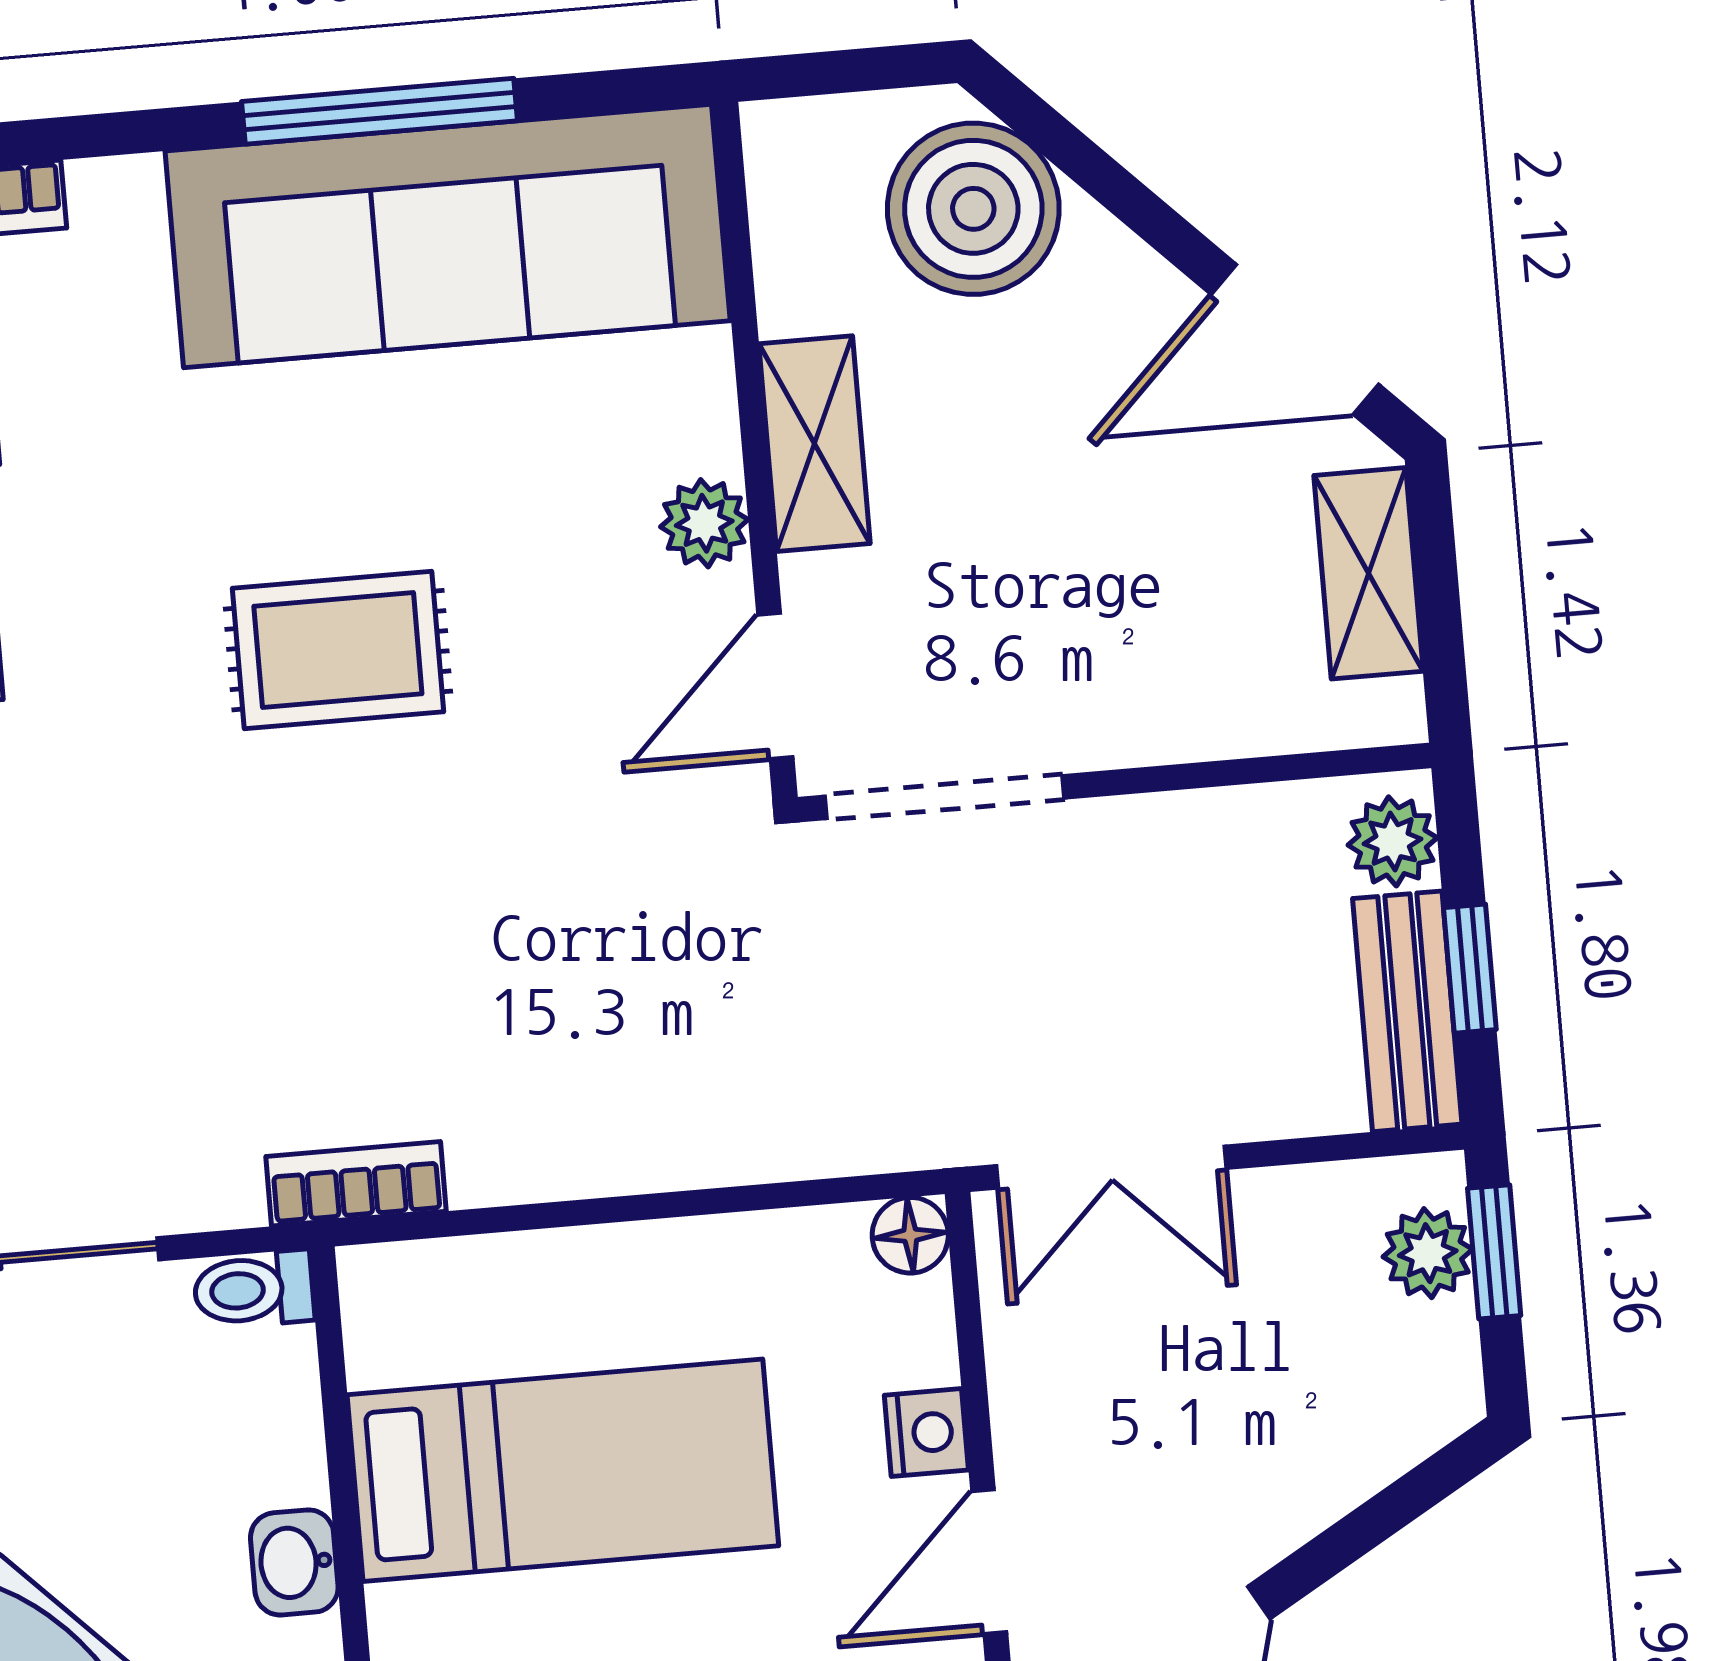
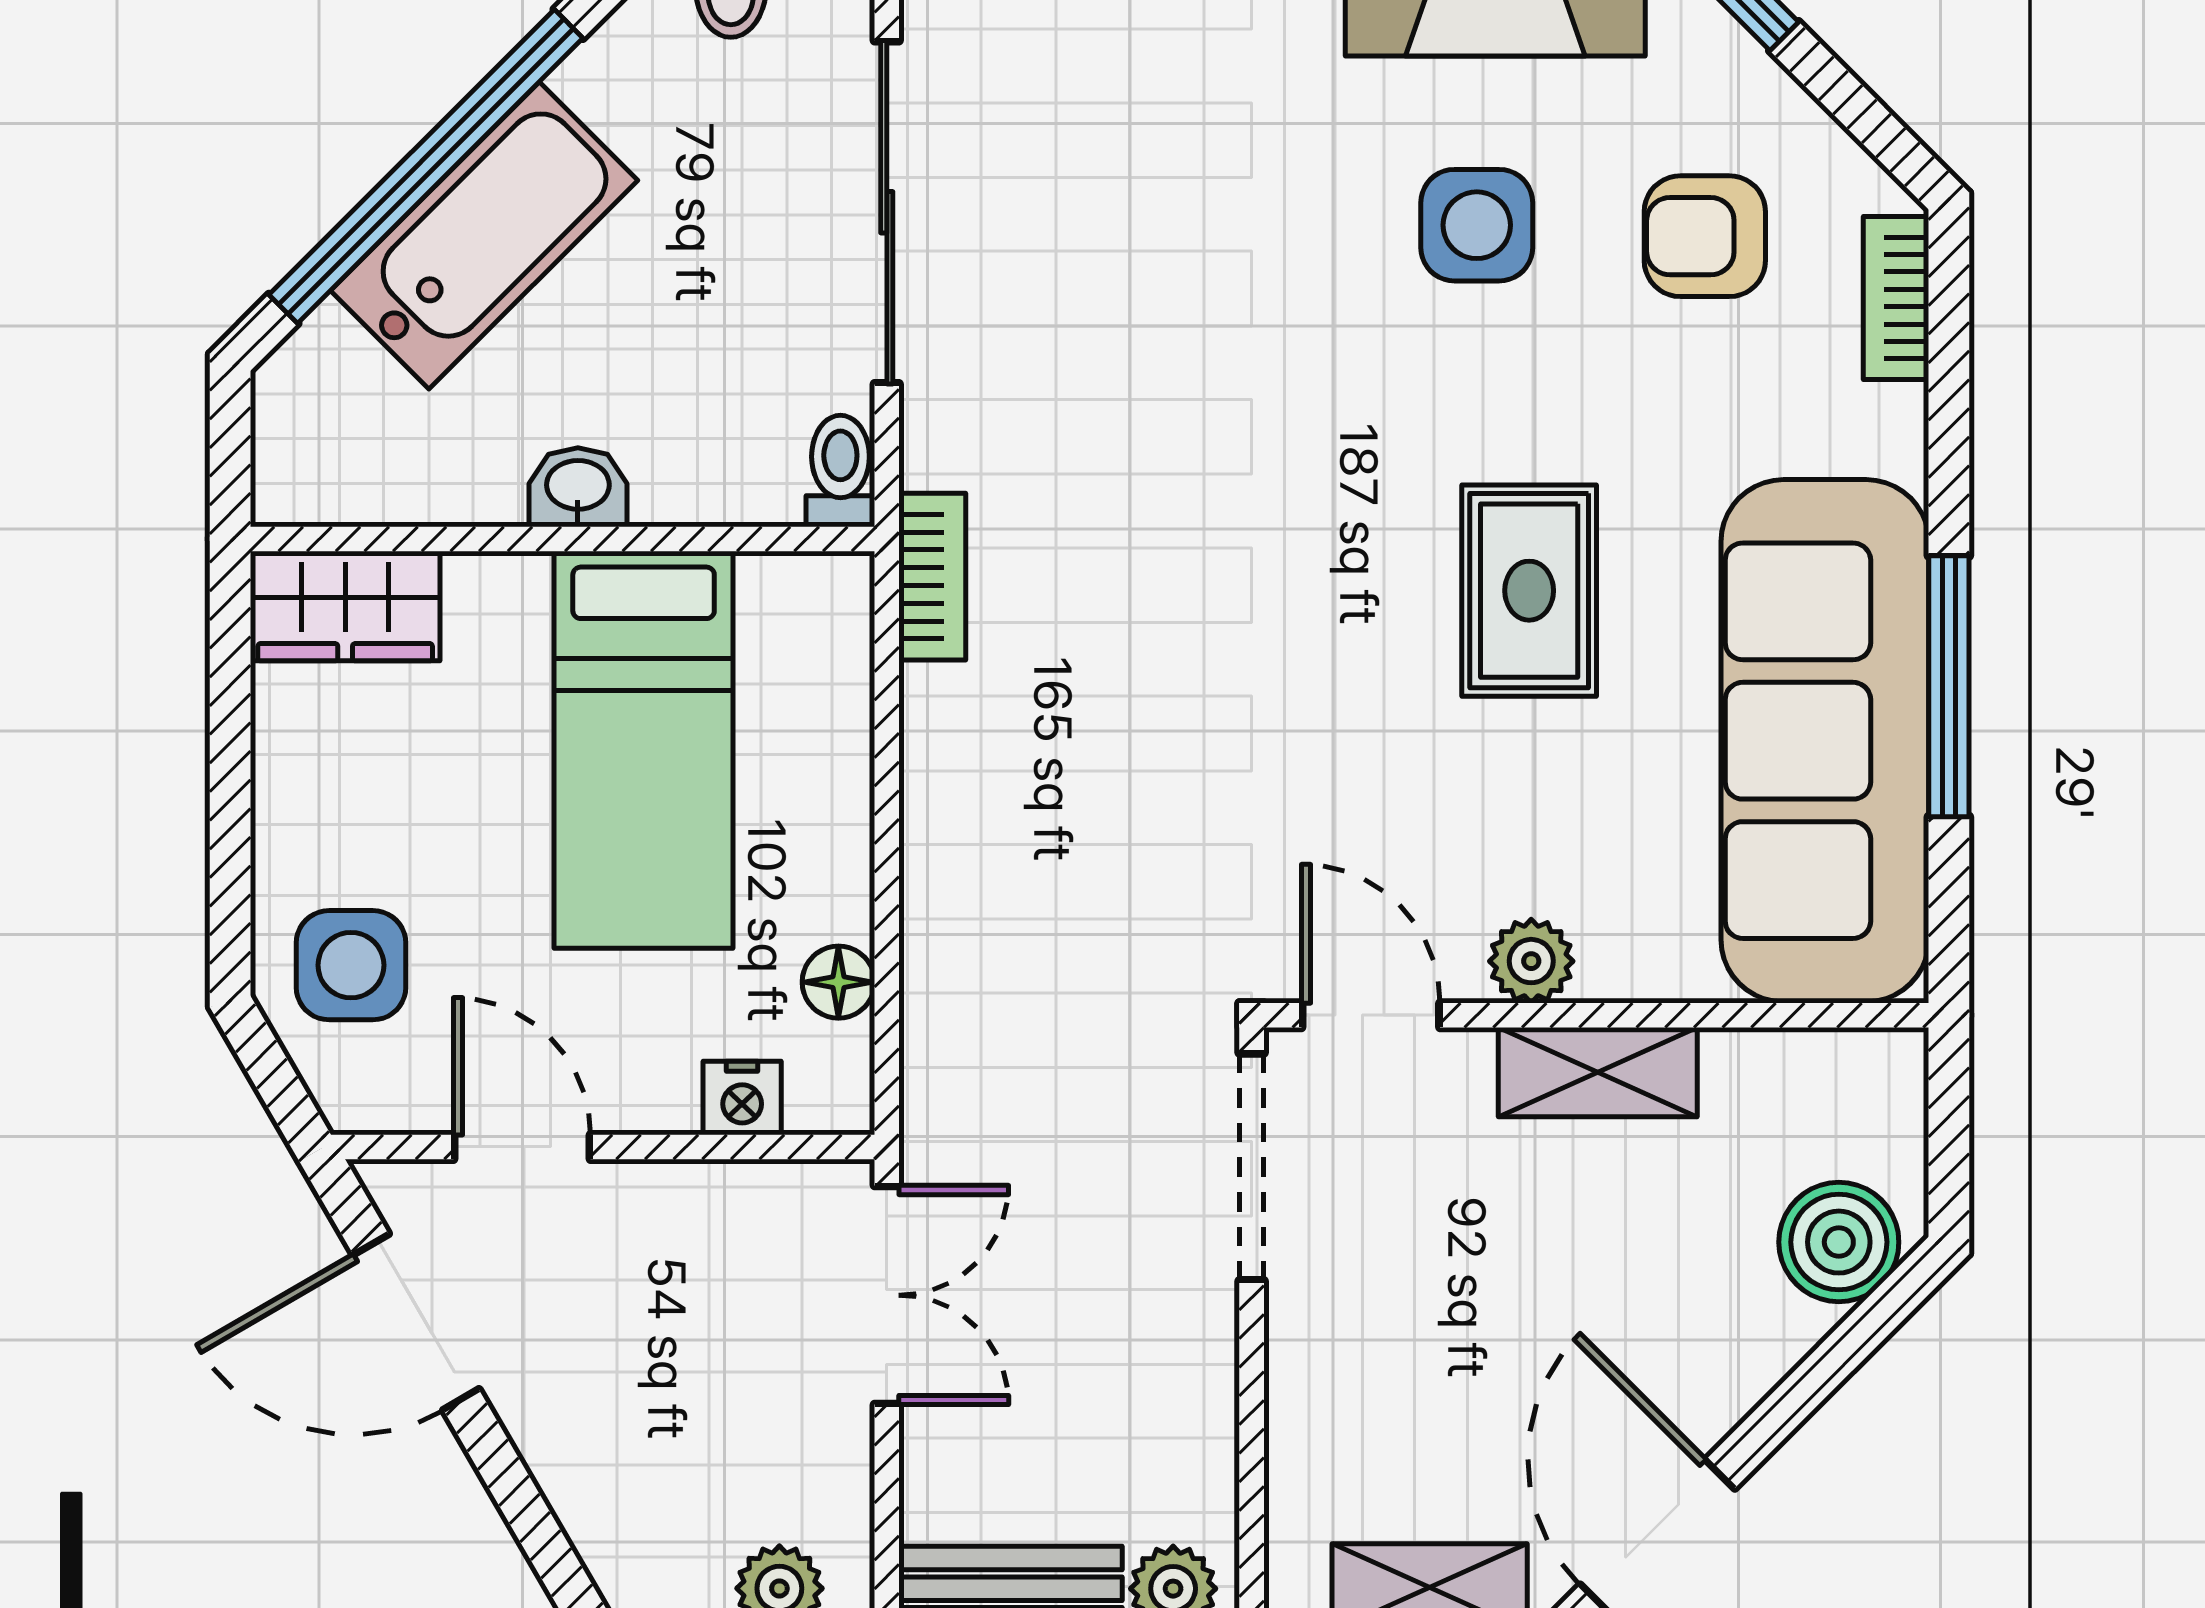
boiler: (973, 209) -> (1839, 1242), width x0.73, depth x0.73
rug: (338, 650) -> (1529, 591), moved
double door: (1111, 1167) -> (887, 1295), swing flipped
floor lamp: (910, 1235) -> (838, 982), moved
nightstand: (926, 1433) -> (742, 1098), moved

